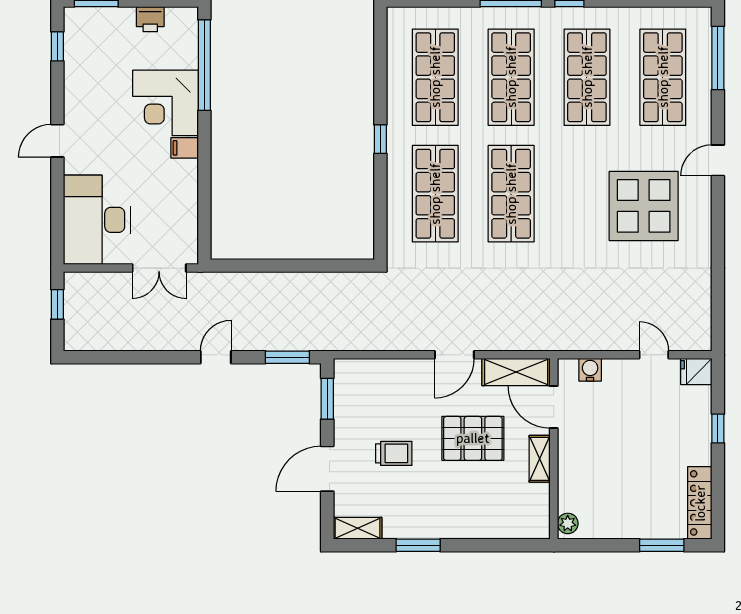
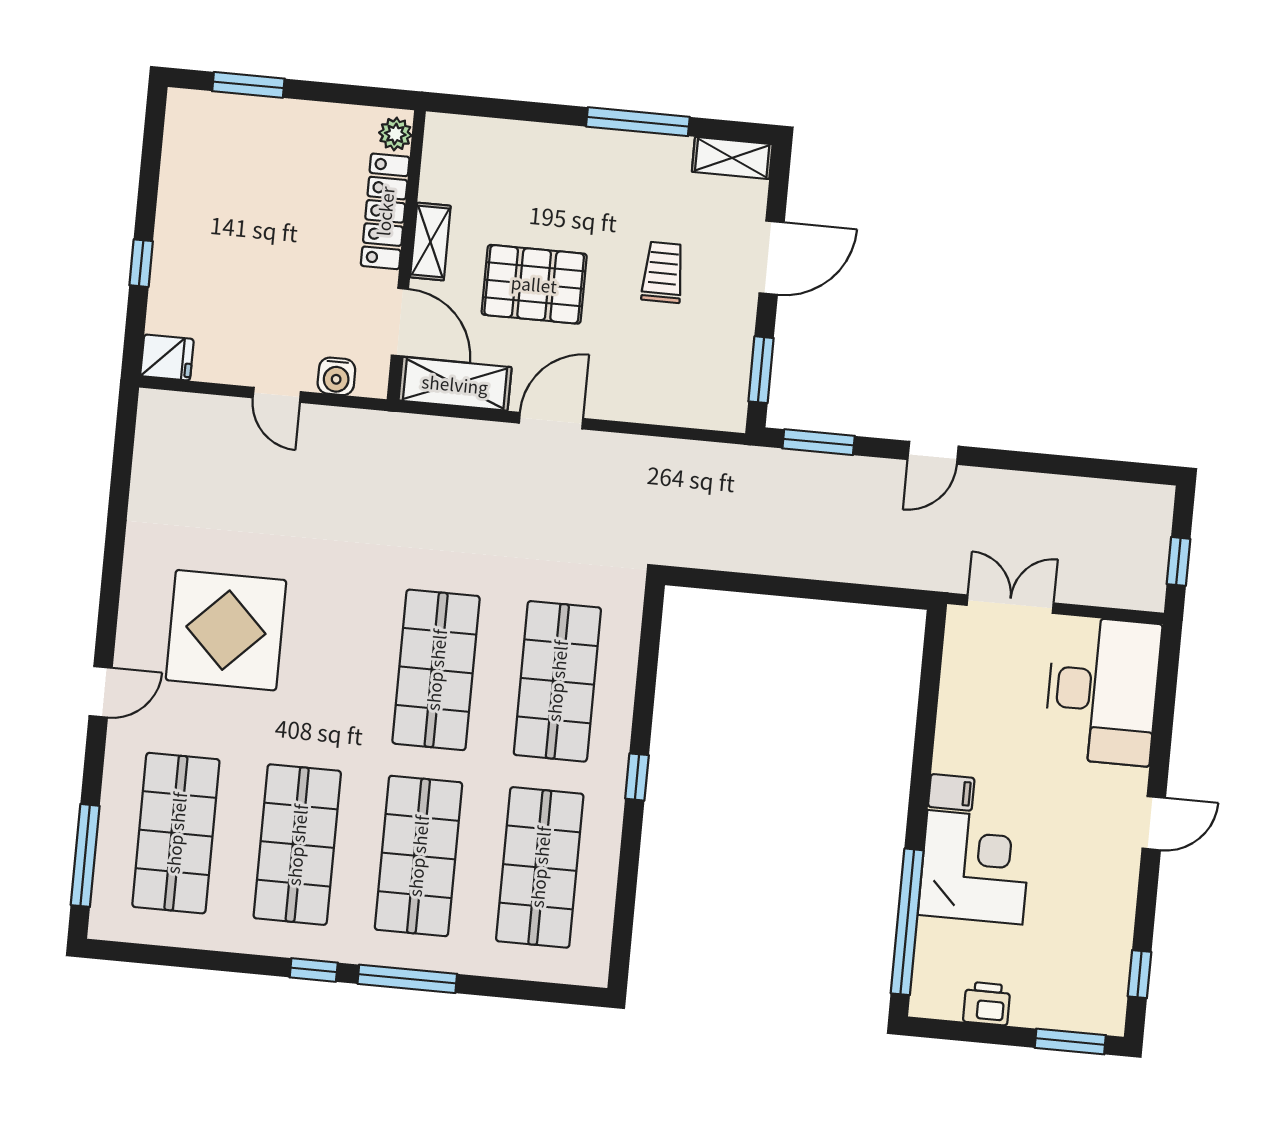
door: (654, 355) -> (277, 395), moved
trolley: (394, 453) -> (663, 272), turned 90
locker: (700, 503) -> (385, 211), moved, turned 180
window: (418, 545) -> (638, 122), width x1.44

